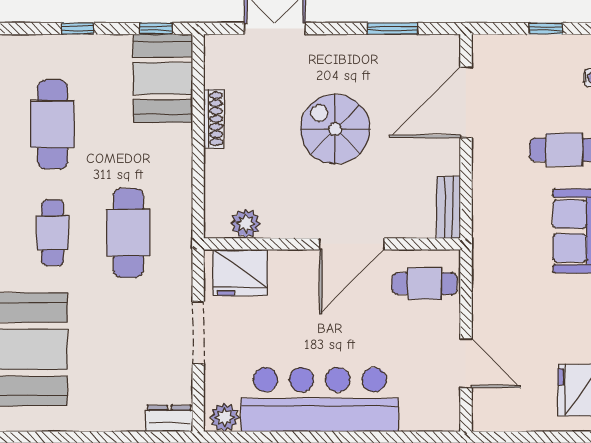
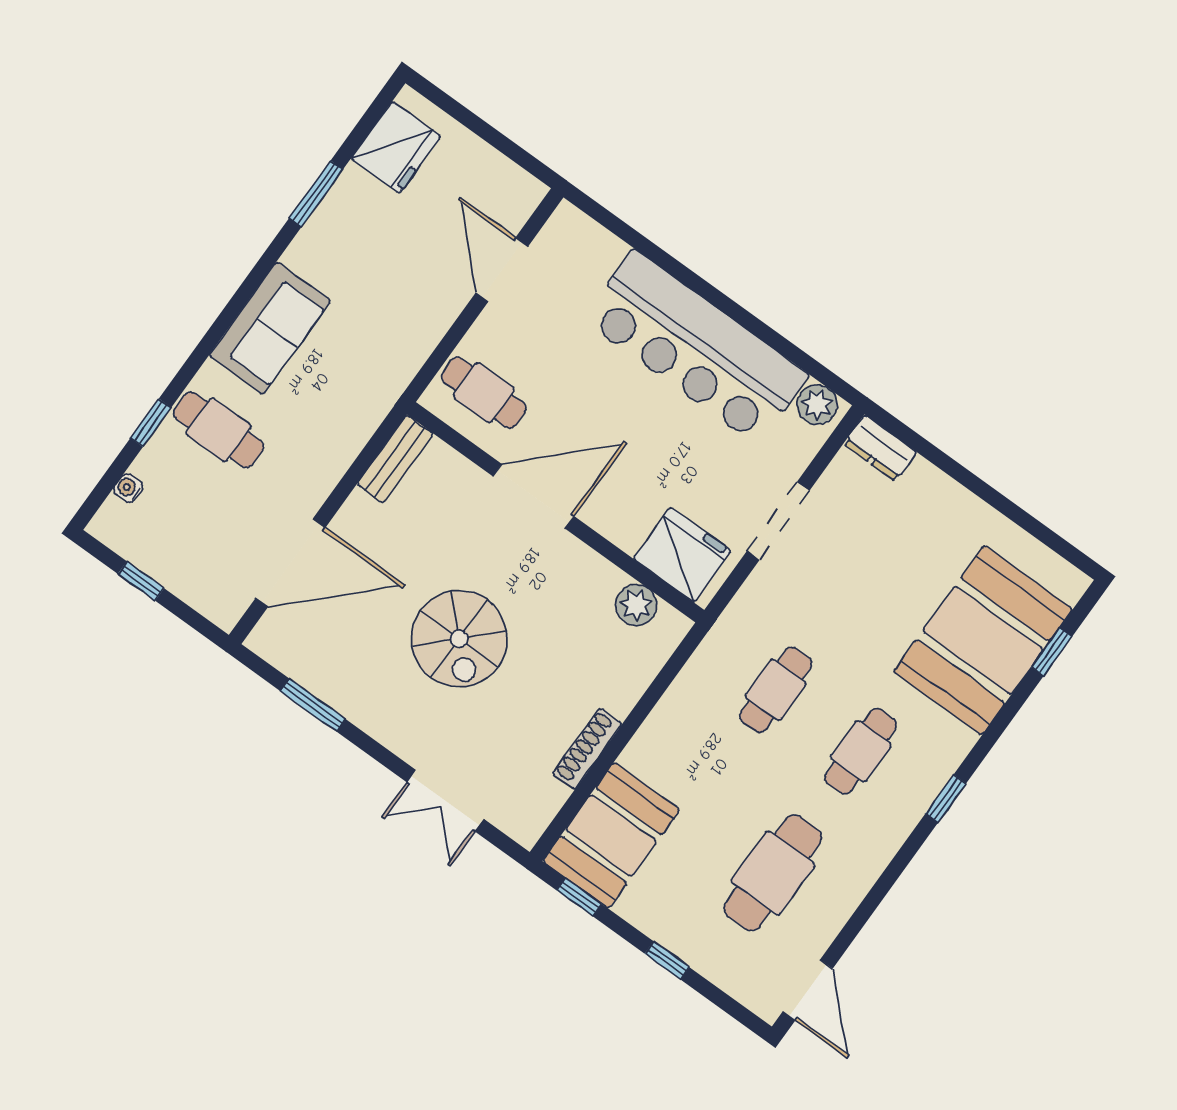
cafe table: (128, 233) -> (776, 690), width x0.73, depth x0.74

